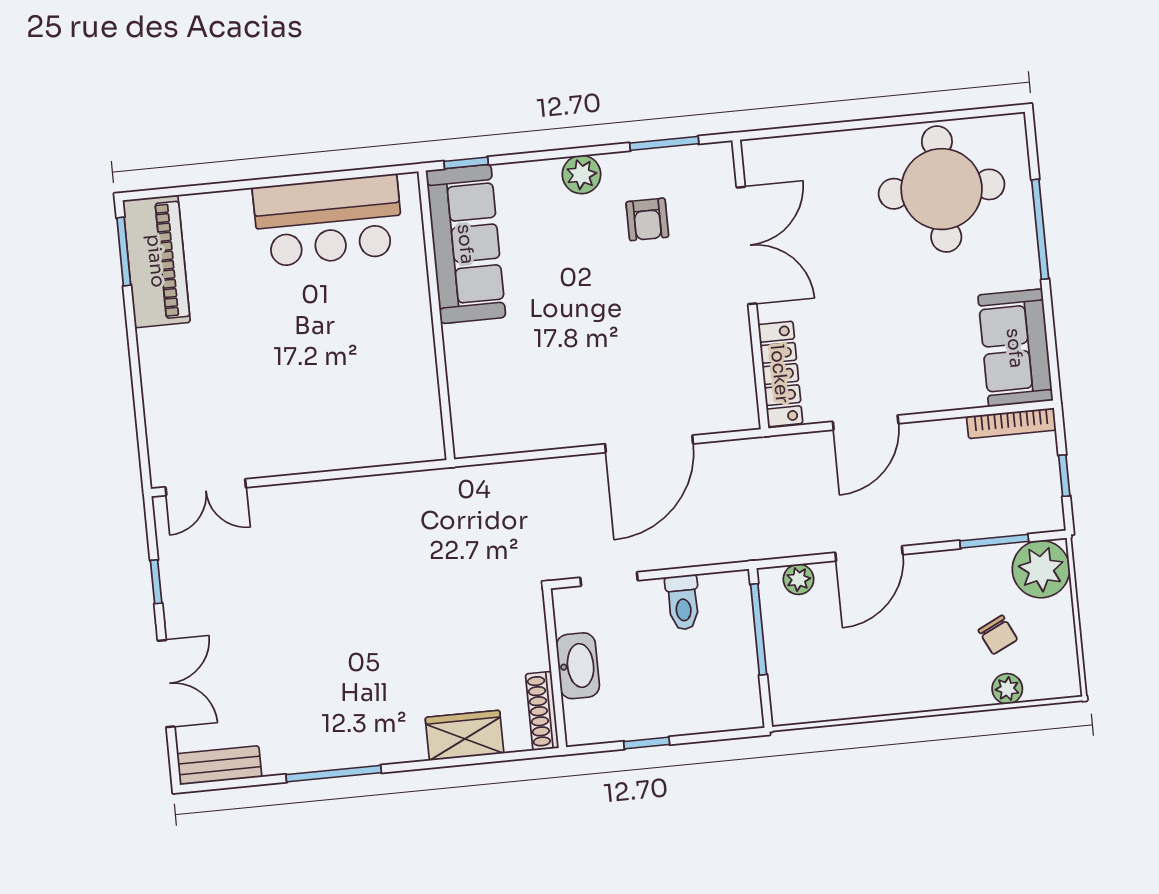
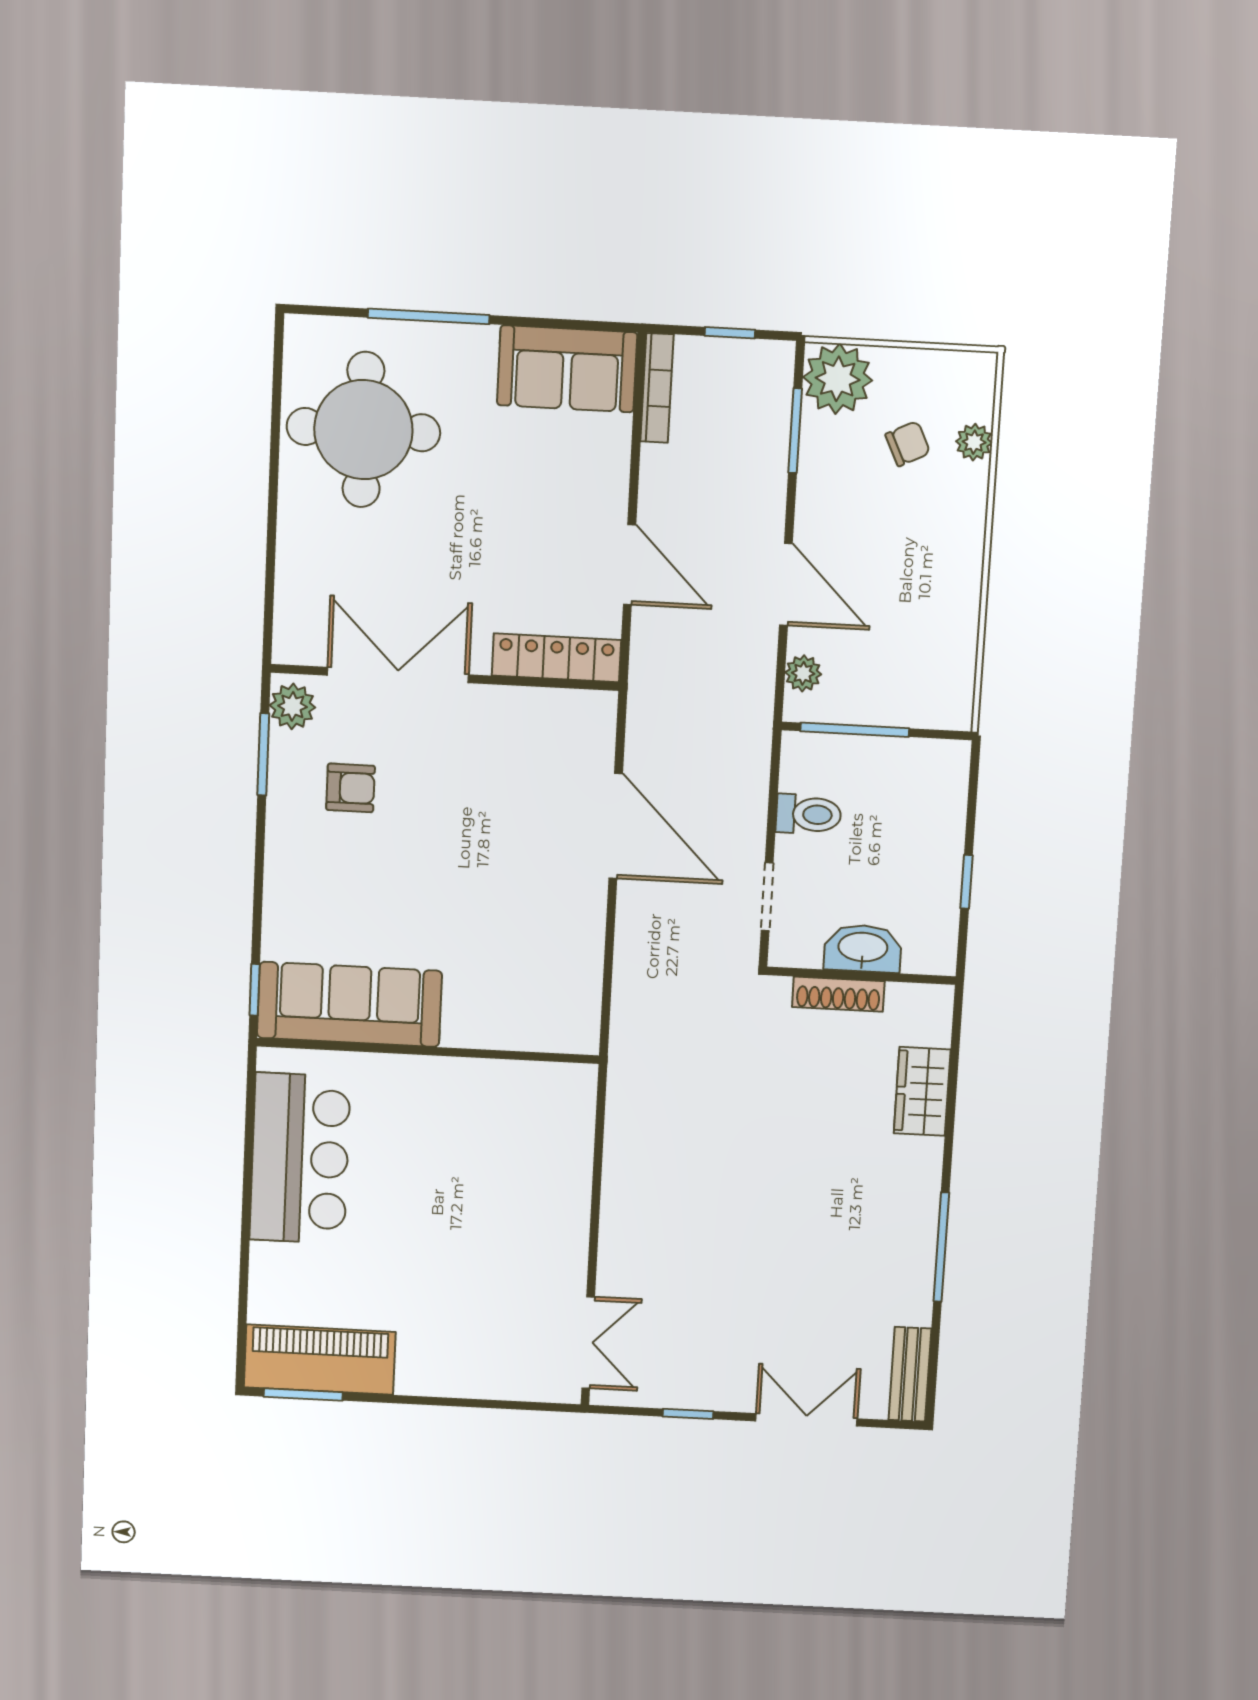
plant: (581, 174) -> (292, 706), moved
shoe rack: (542, 711) -> (838, 994), moved

